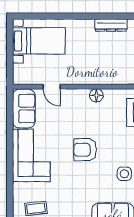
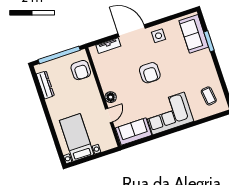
armchair: (115, 71) -> (81, 70), added
floor lamp: (96, 95) -> (111, 97), moved

